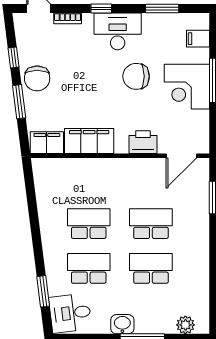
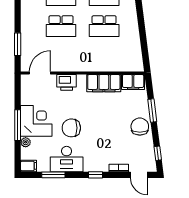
desk: (118, 31) -> (67, 159), moved
filing cabinet: (198, 39) -> (29, 166), moved
plant: (202, 56) -> (26, 142), added
window: (13, 57) -> (158, 153), moved
chair: (136, 76) -> (71, 128), turned 180

